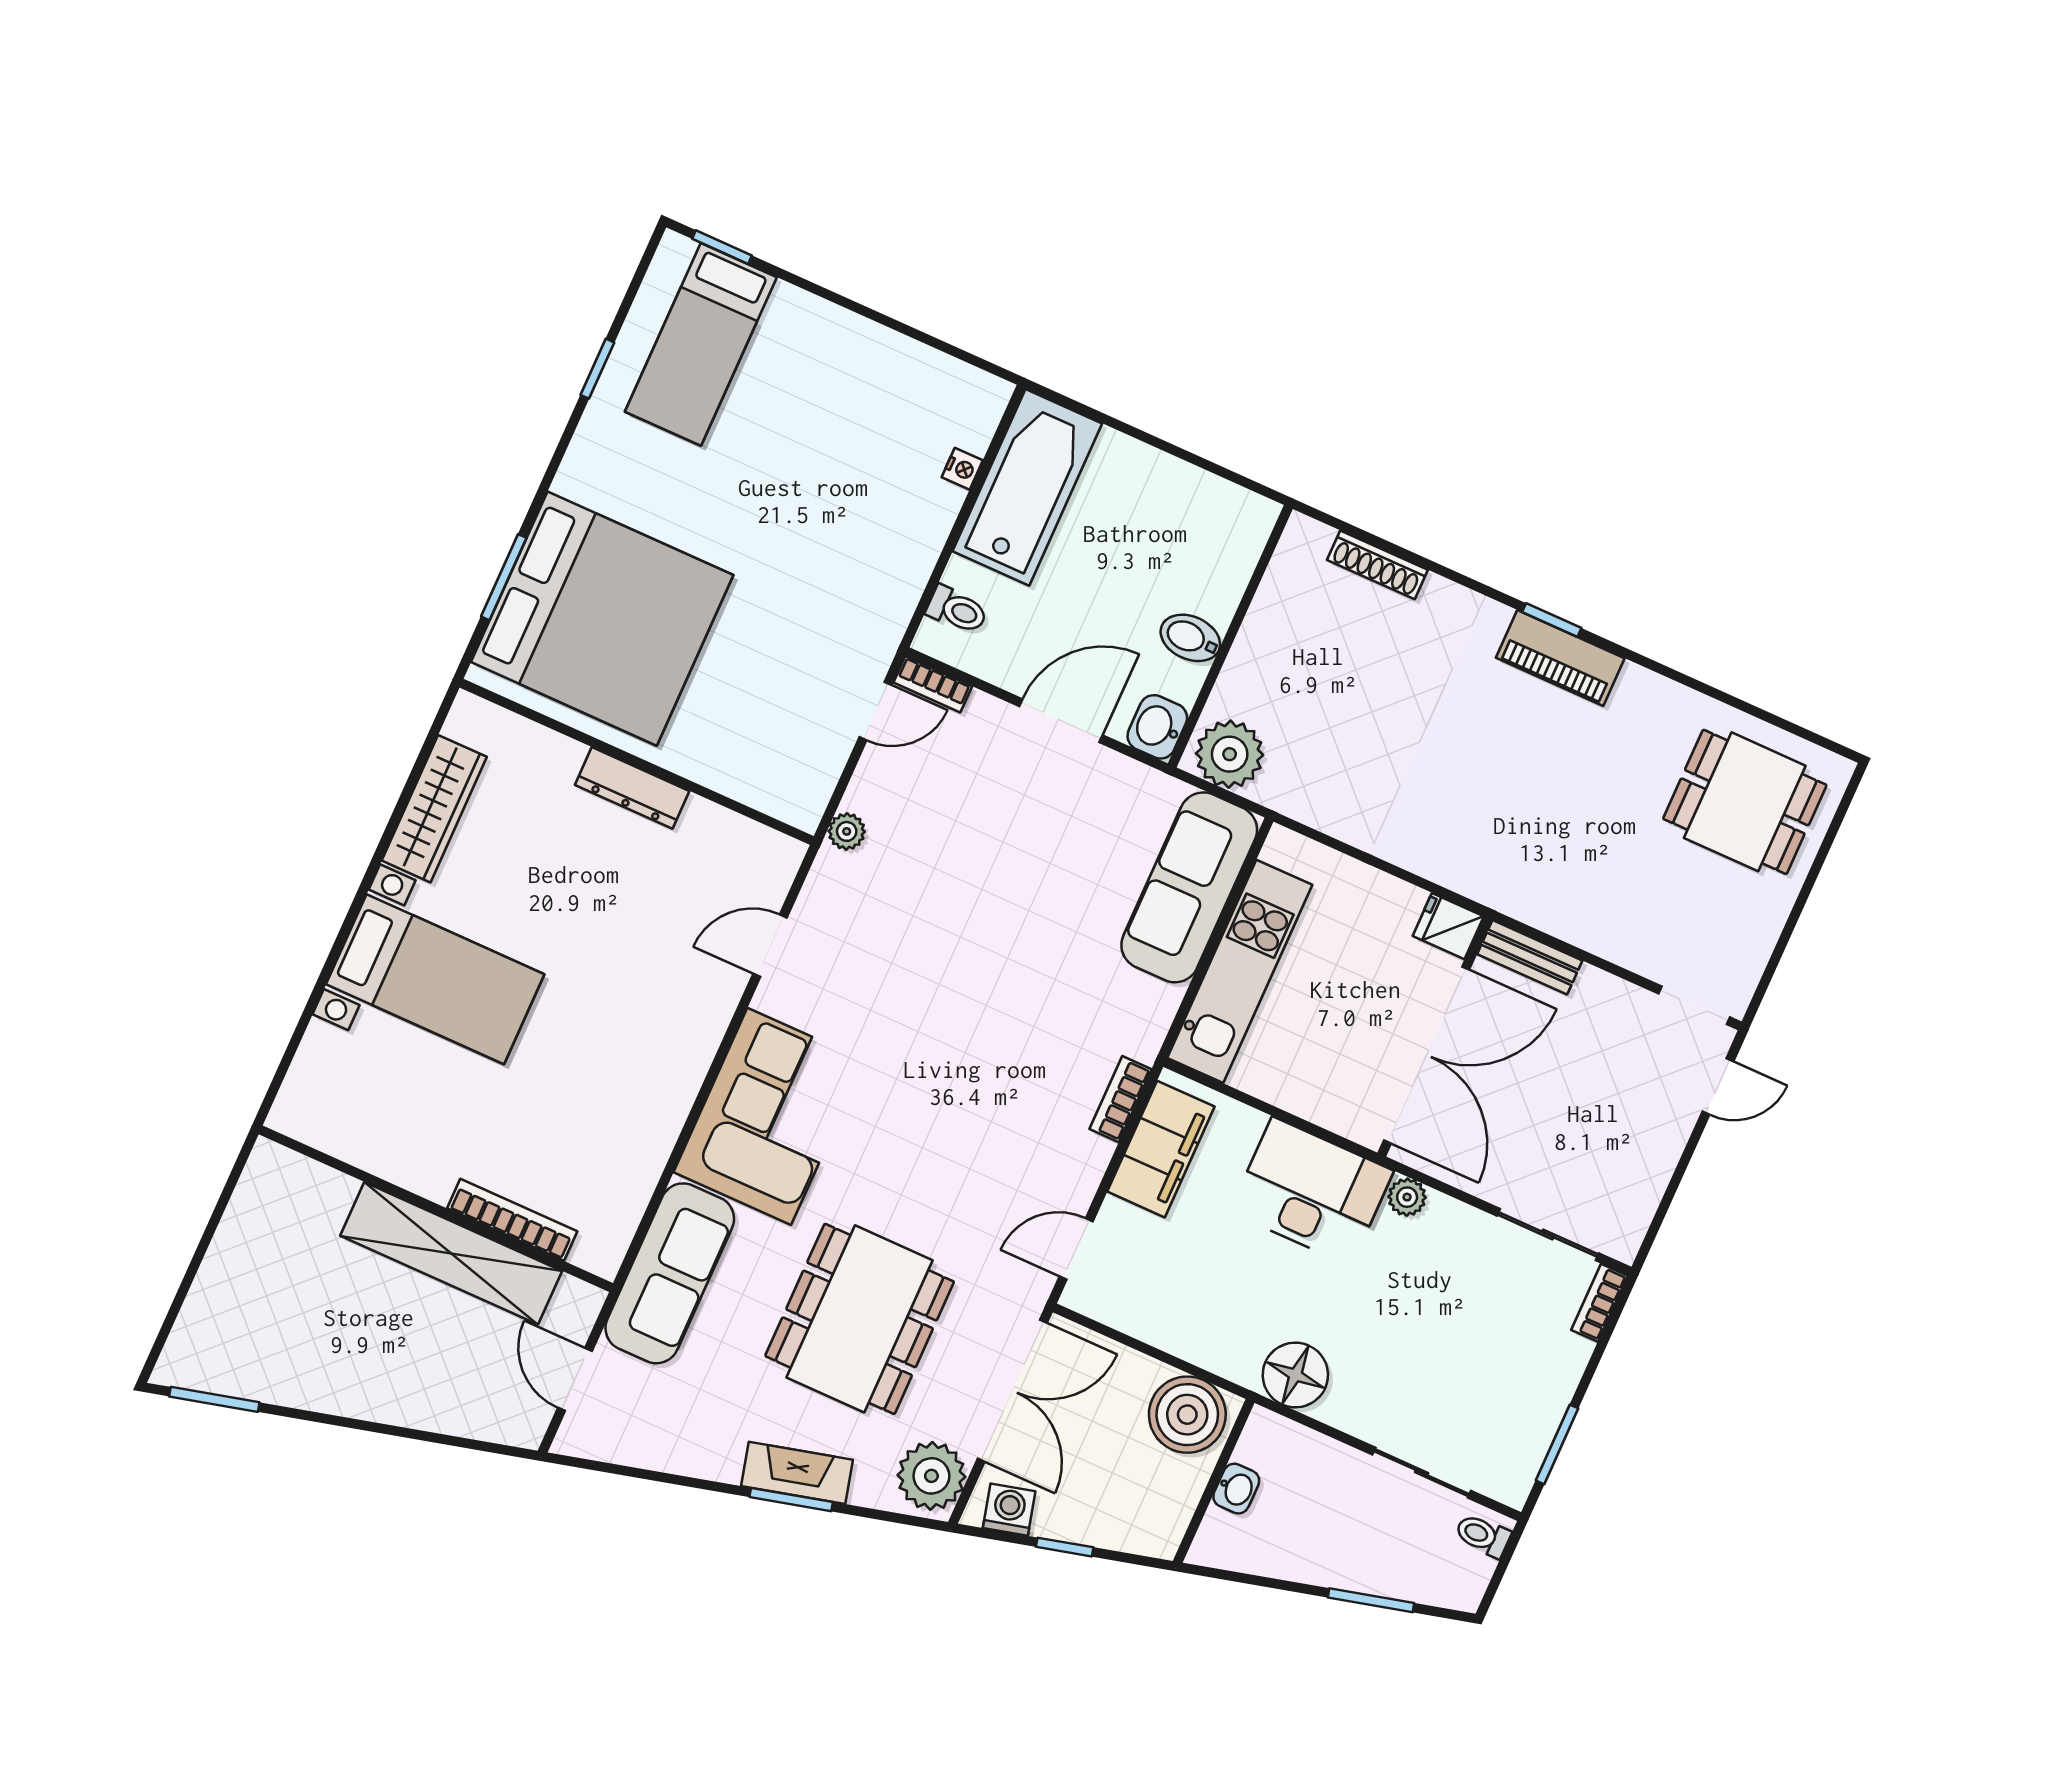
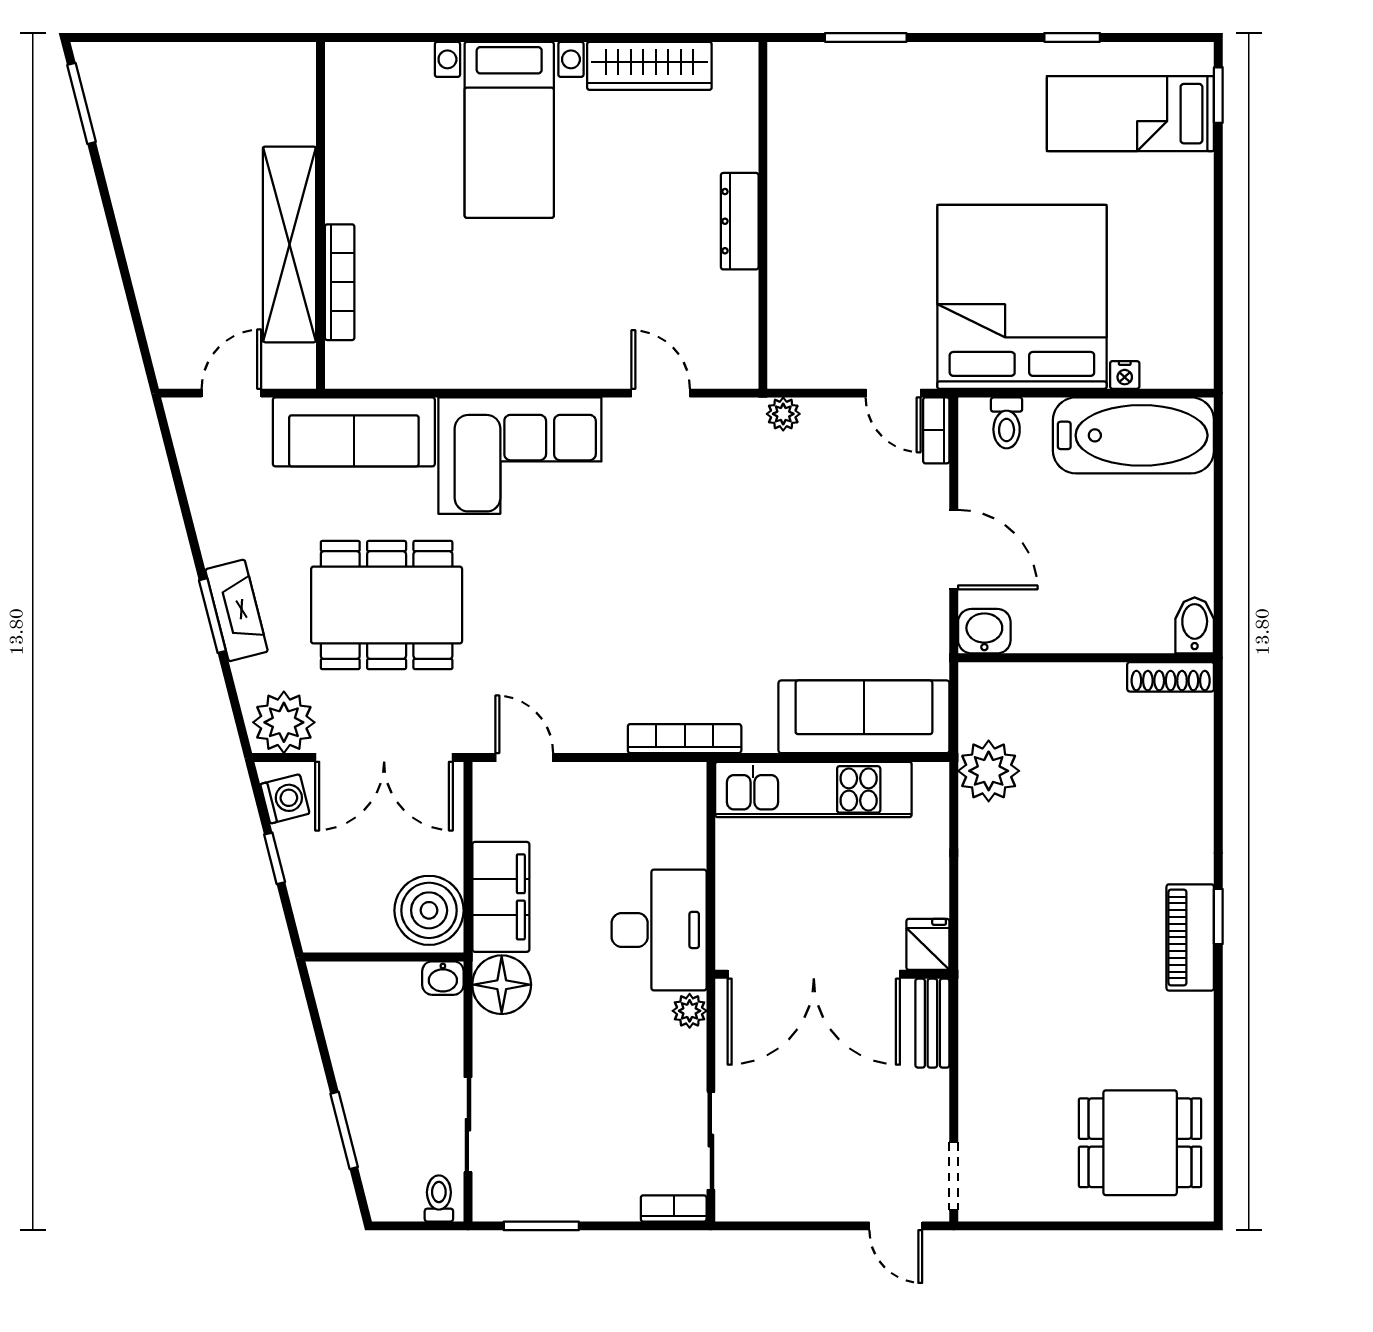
shoe rack: (1377, 565) -> (1171, 677), moved, turned -90
bed: (602, 619) -> (1022, 297), moved, turned 180
bidet: (1190, 638) -> (1195, 625), moved
plant: (1230, 754) -> (989, 771), moved
dining table: (1745, 802) -> (1140, 1143), turned 90
bookcase: (1120, 1099) -> (685, 739), width x1.56
filing cabinet: (1161, 1149) -> (501, 897), moved, turned -90
washbasin: (1236, 1489) -> (443, 978), moved

